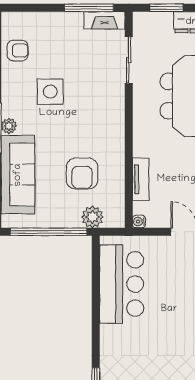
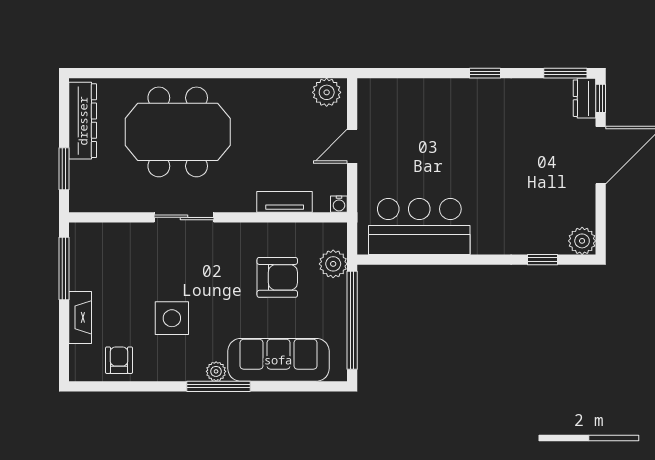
fireplace: (104, 20) -> (80, 317), moved
sliding door: (129, 60) -> (184, 217), moved

